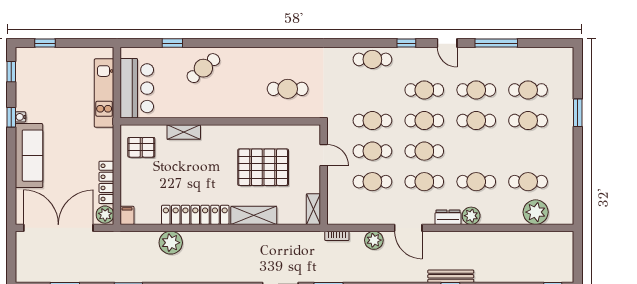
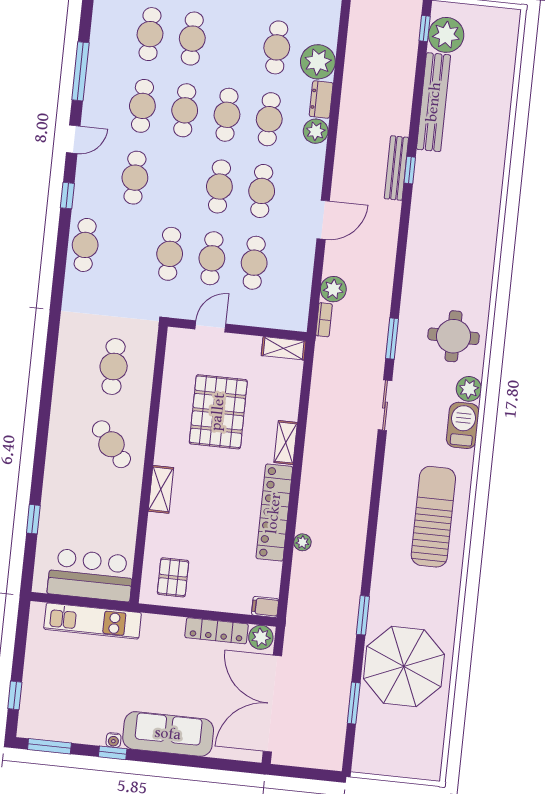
cafe table: (203, 68) -> (111, 444), moved
window: (11, 72) -> (49, 746), width x1.50
cafe table: (424, 121) -> (227, 115), moved
shelving: (184, 132) -> (161, 489), moved
plant: (536, 212) -> (318, 62), moved
shelving: (254, 215) -> (286, 443), width x0.67, depth x0.75
dresser: (448, 217) -> (321, 99), moved
plant: (374, 240) -> (333, 289), moved
plant: (171, 243) -> (302, 542), width x0.53, depth x0.53

